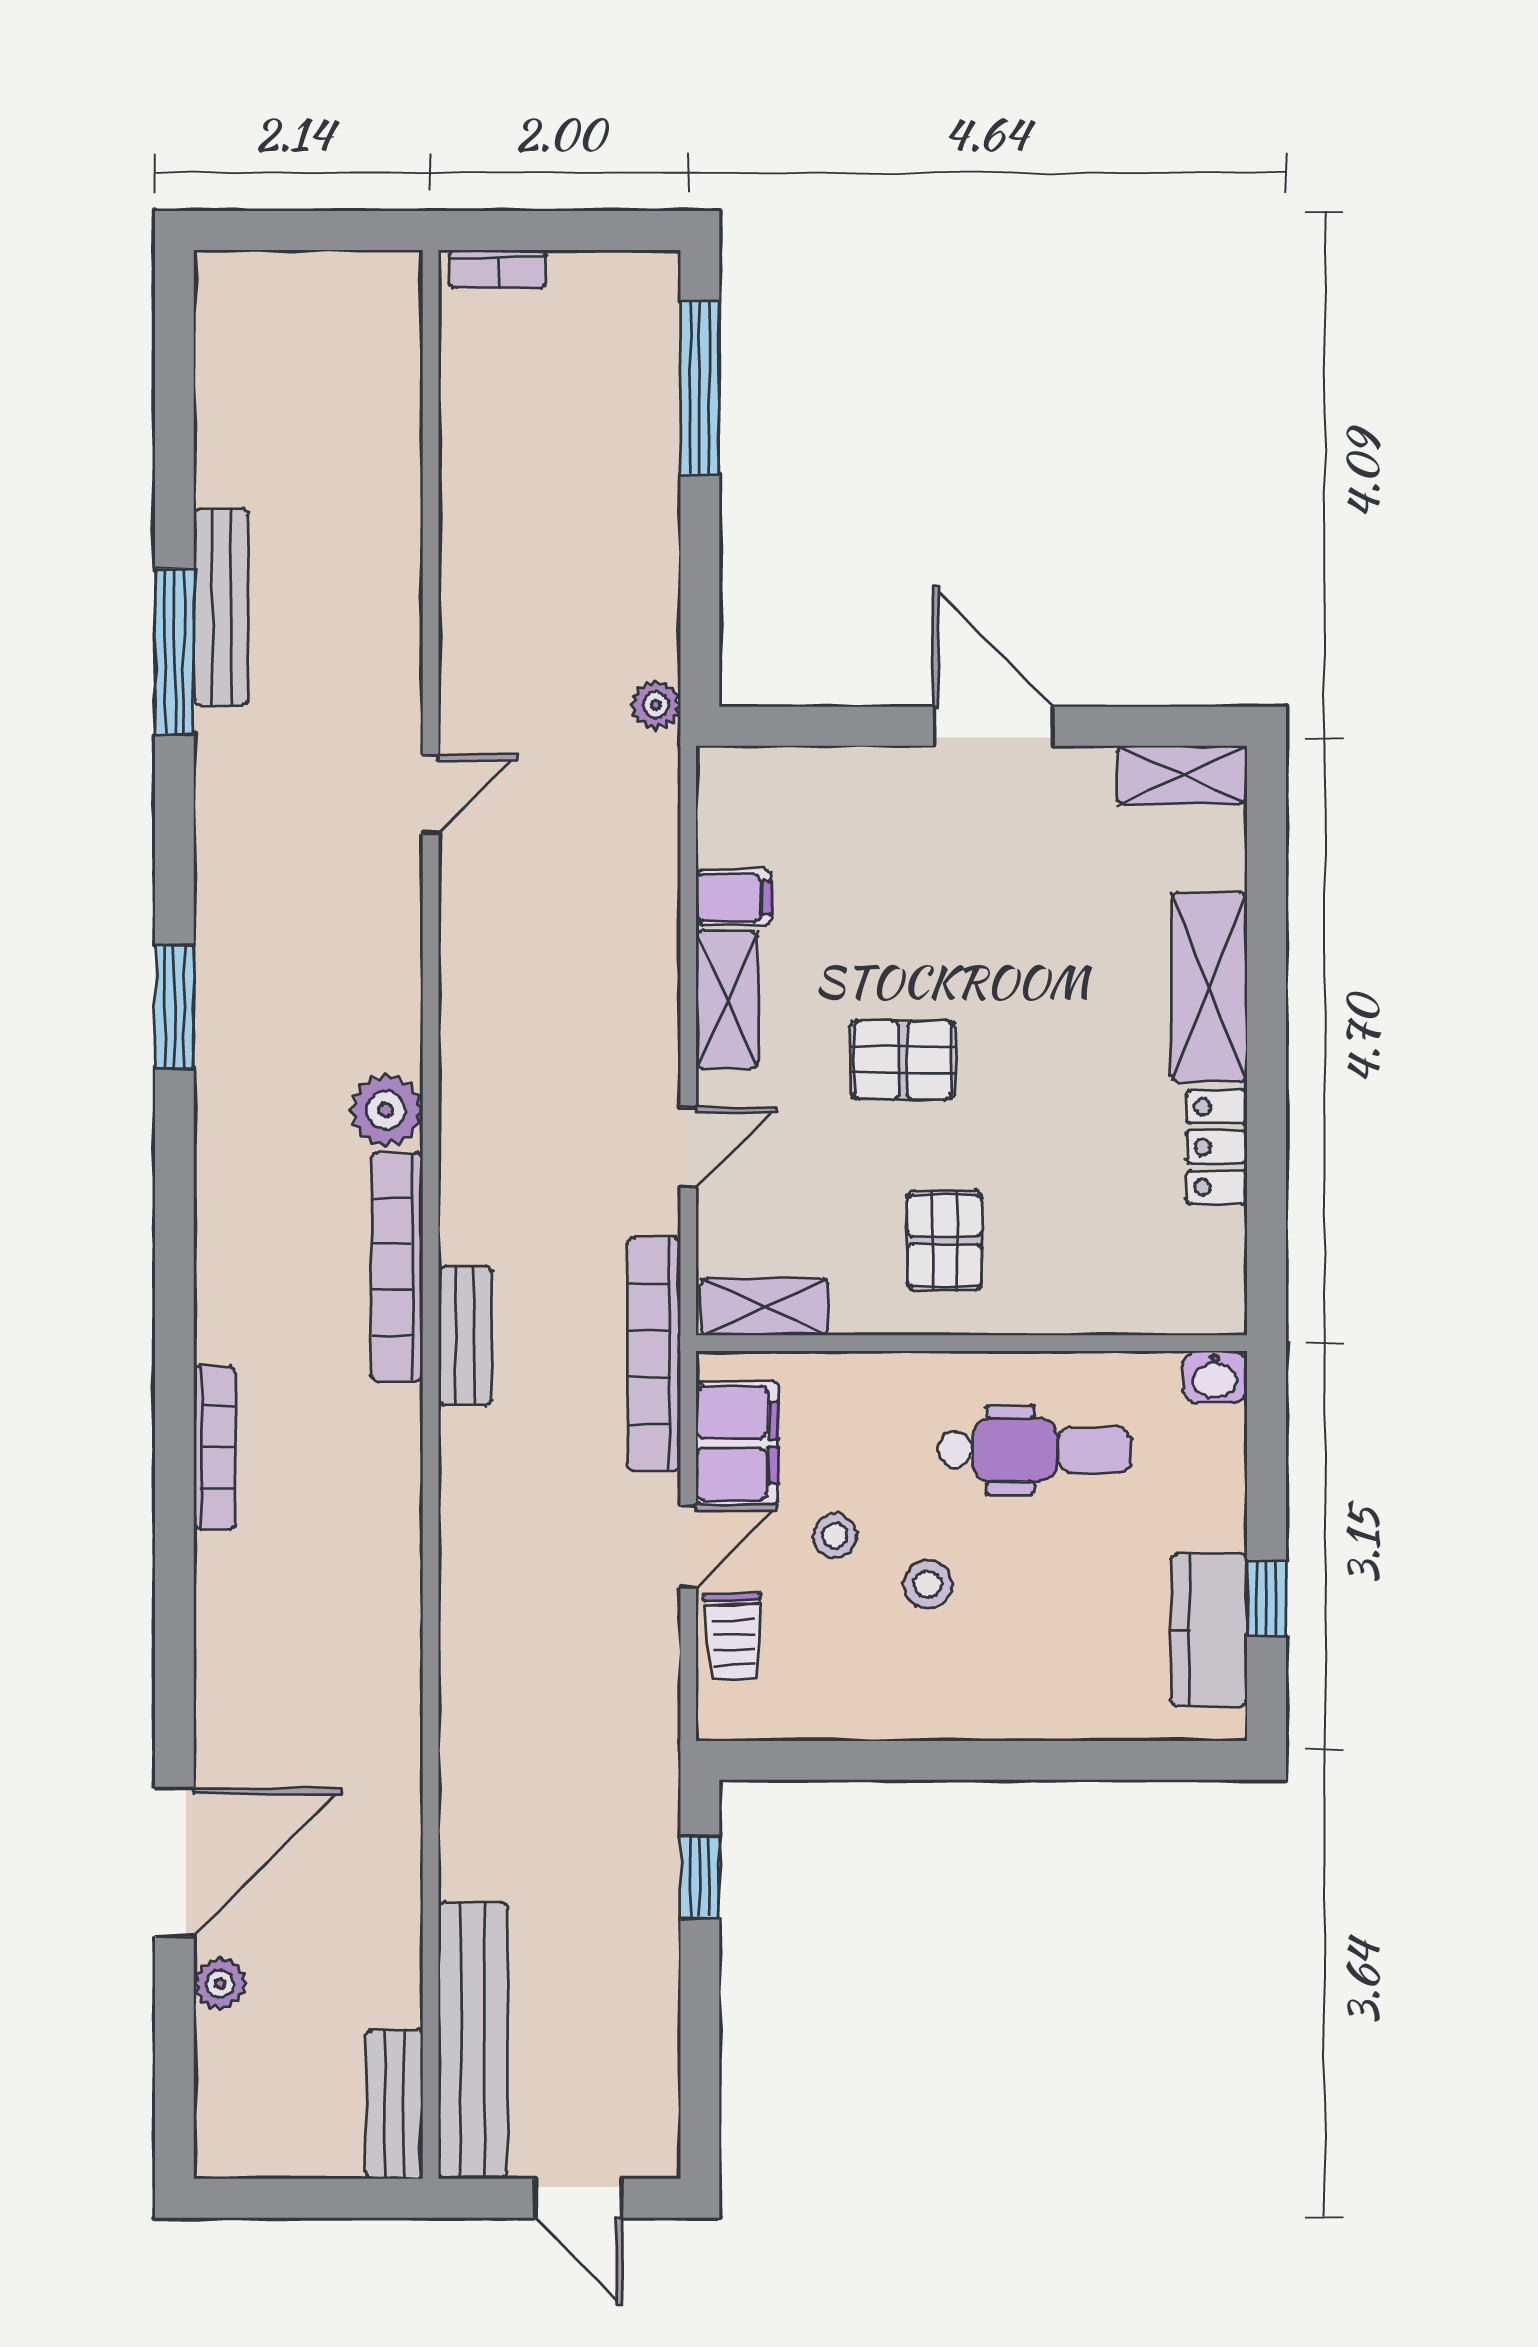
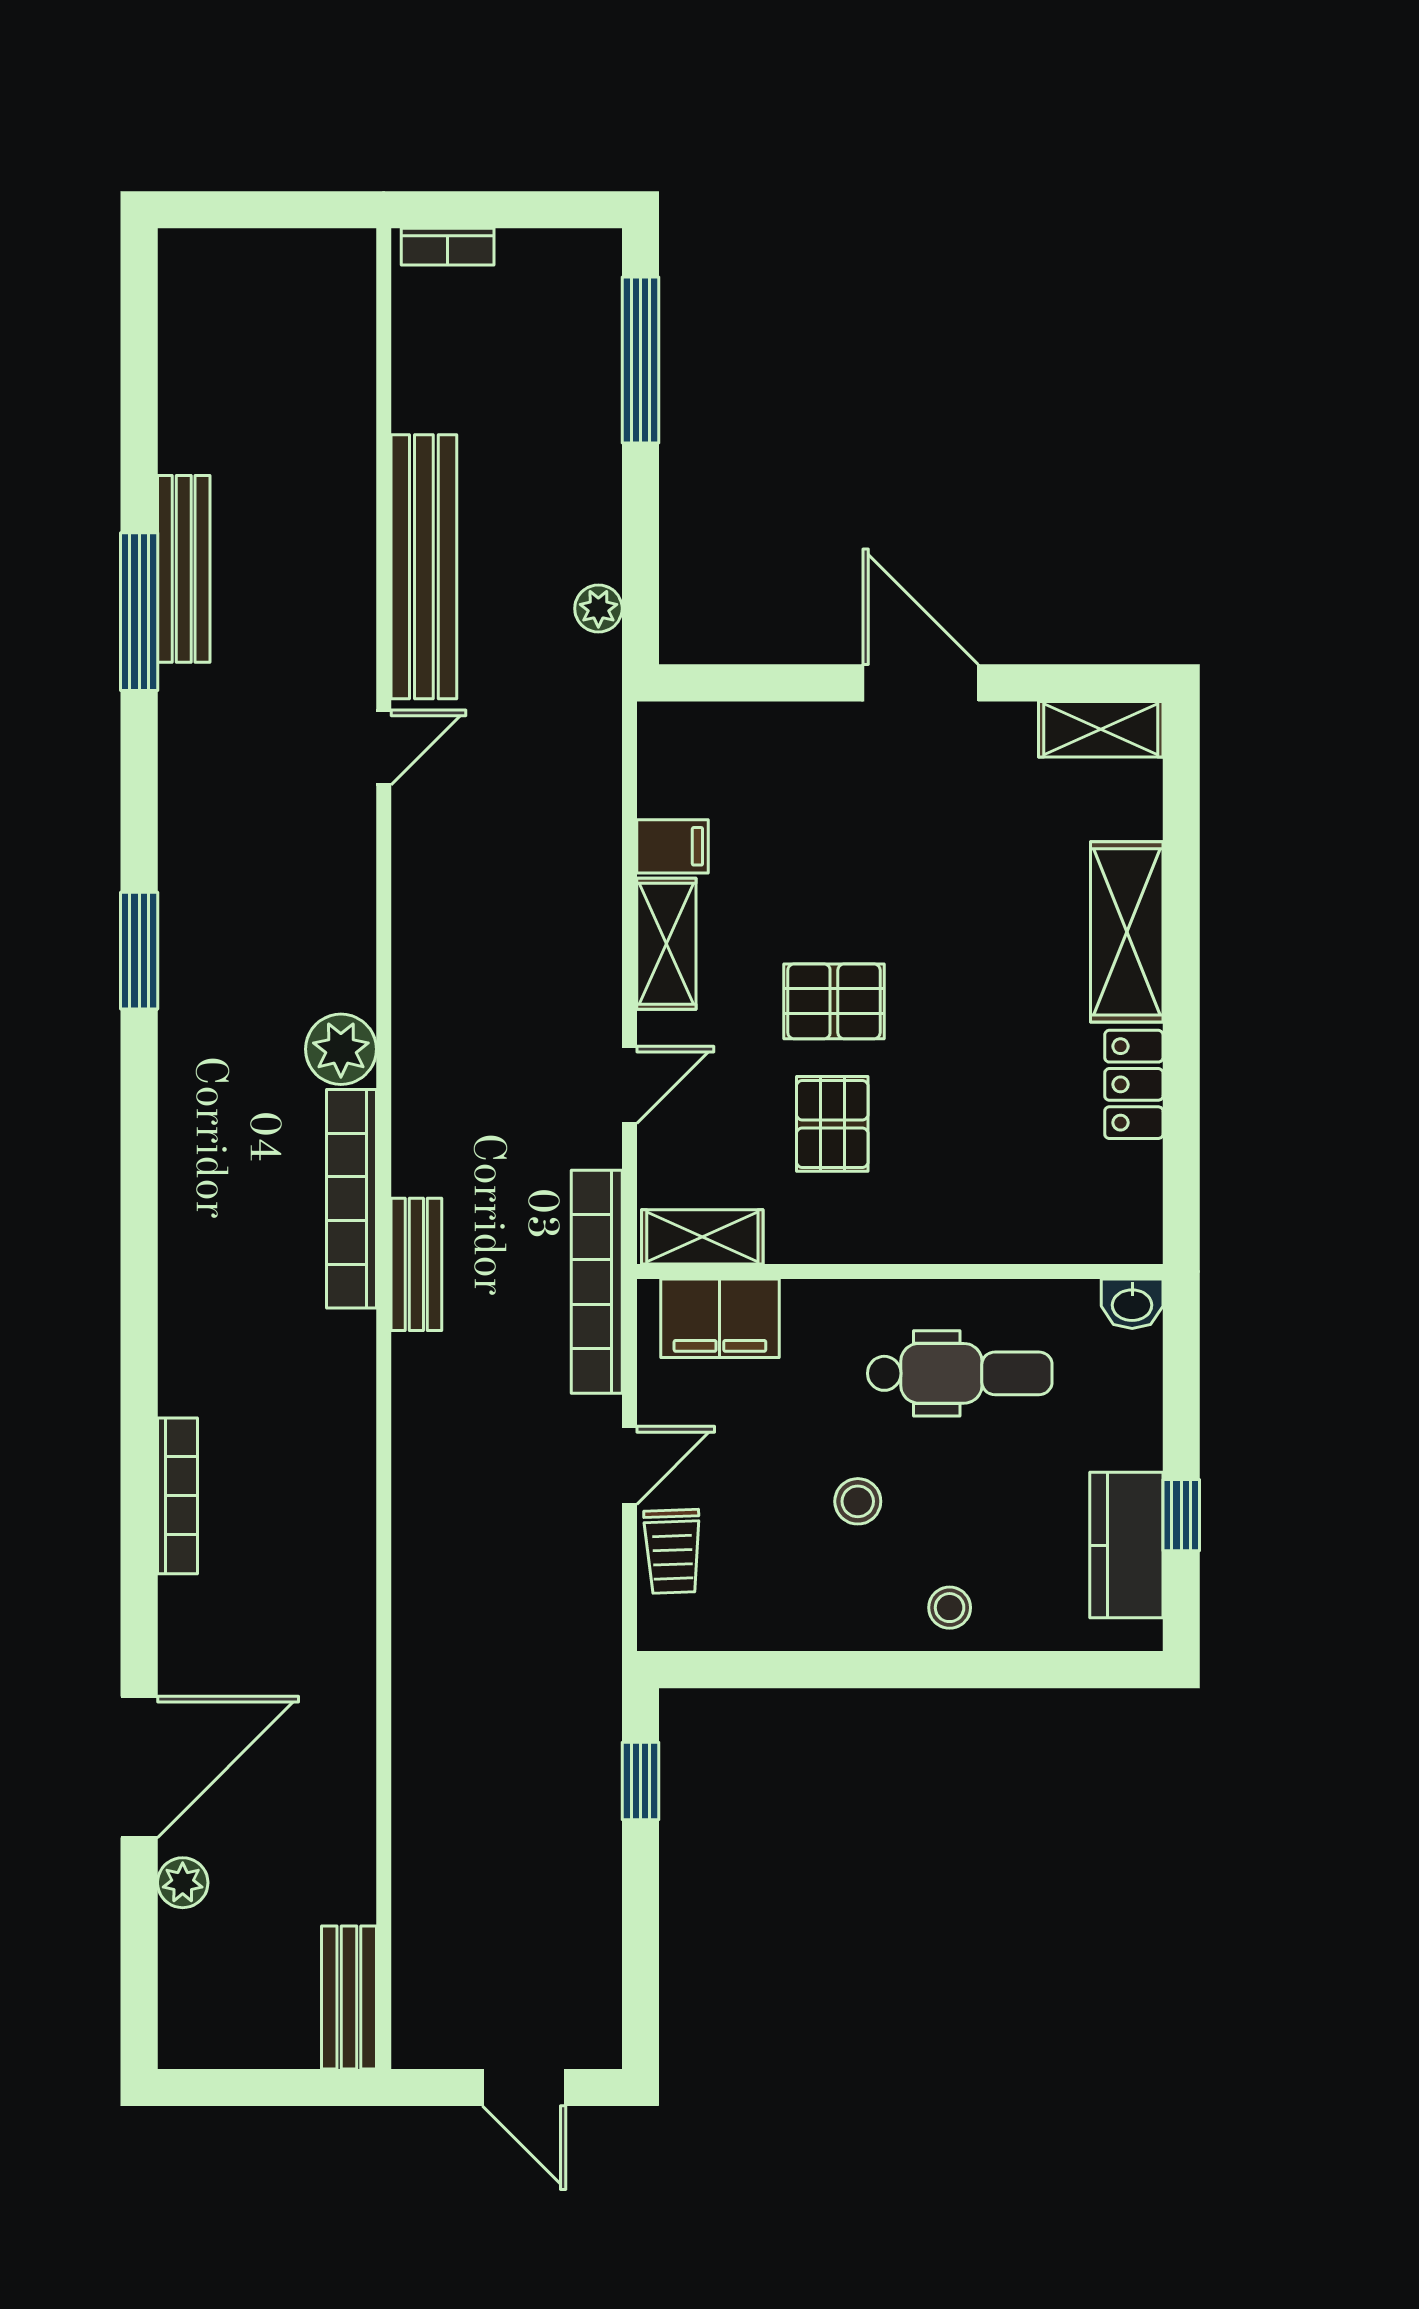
plant: (656, 705) -> (598, 608), moved
pallet: (945, 1240) -> (832, 1124), moved
filing cabinet: (737, 1443) -> (720, 1318), moved, turned 90
bookcase: (215, 1447) -> (177, 1496), moved
stool: (835, 1536) -> (950, 1608), moved
bench: (473, 2041) -> (424, 567), moved

